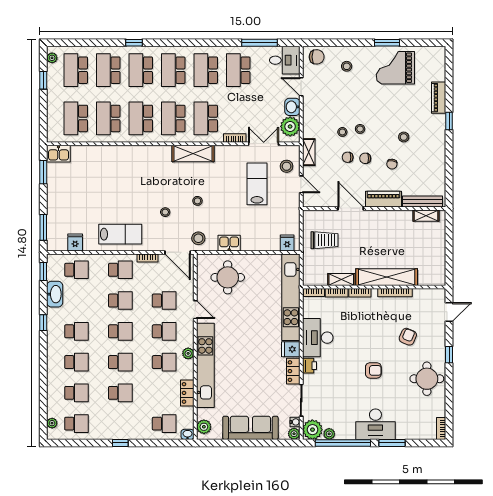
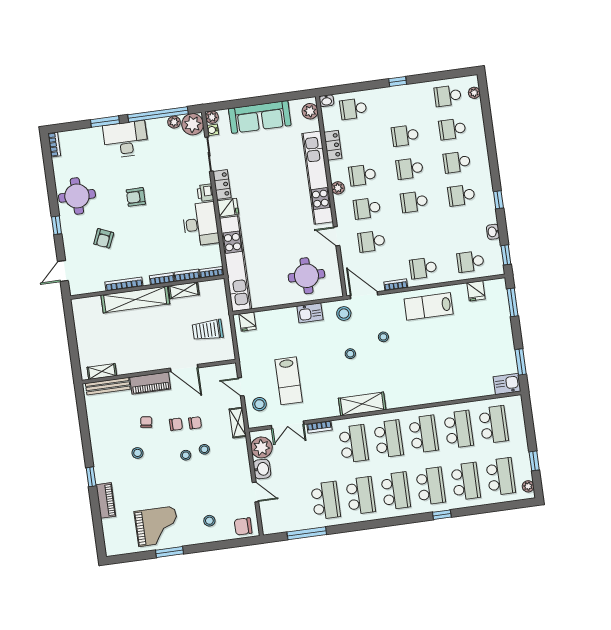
desk: (285, 60) -> (277, 518), removed
washbasin: (55, 294) -> (493, 232), width x0.52, depth x0.69
school desk: (120, 301) -> (419, 235), removed

